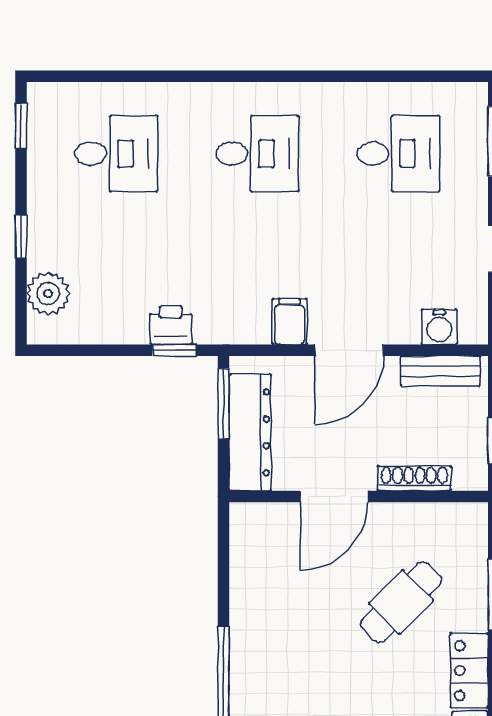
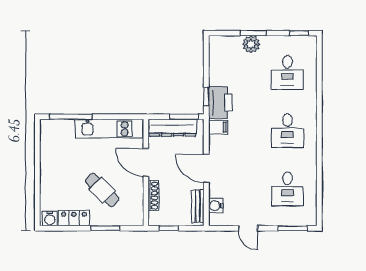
window: (21, 236) -> (253, 33), width x1.50
plant: (48, 293) -> (251, 44), moved
filing cabinet: (290, 322) -> (218, 127), moved
printer: (171, 325) -> (220, 103), width x1.87, depth x1.48
kitchen unit: (252, 586) -> (109, 129), added

